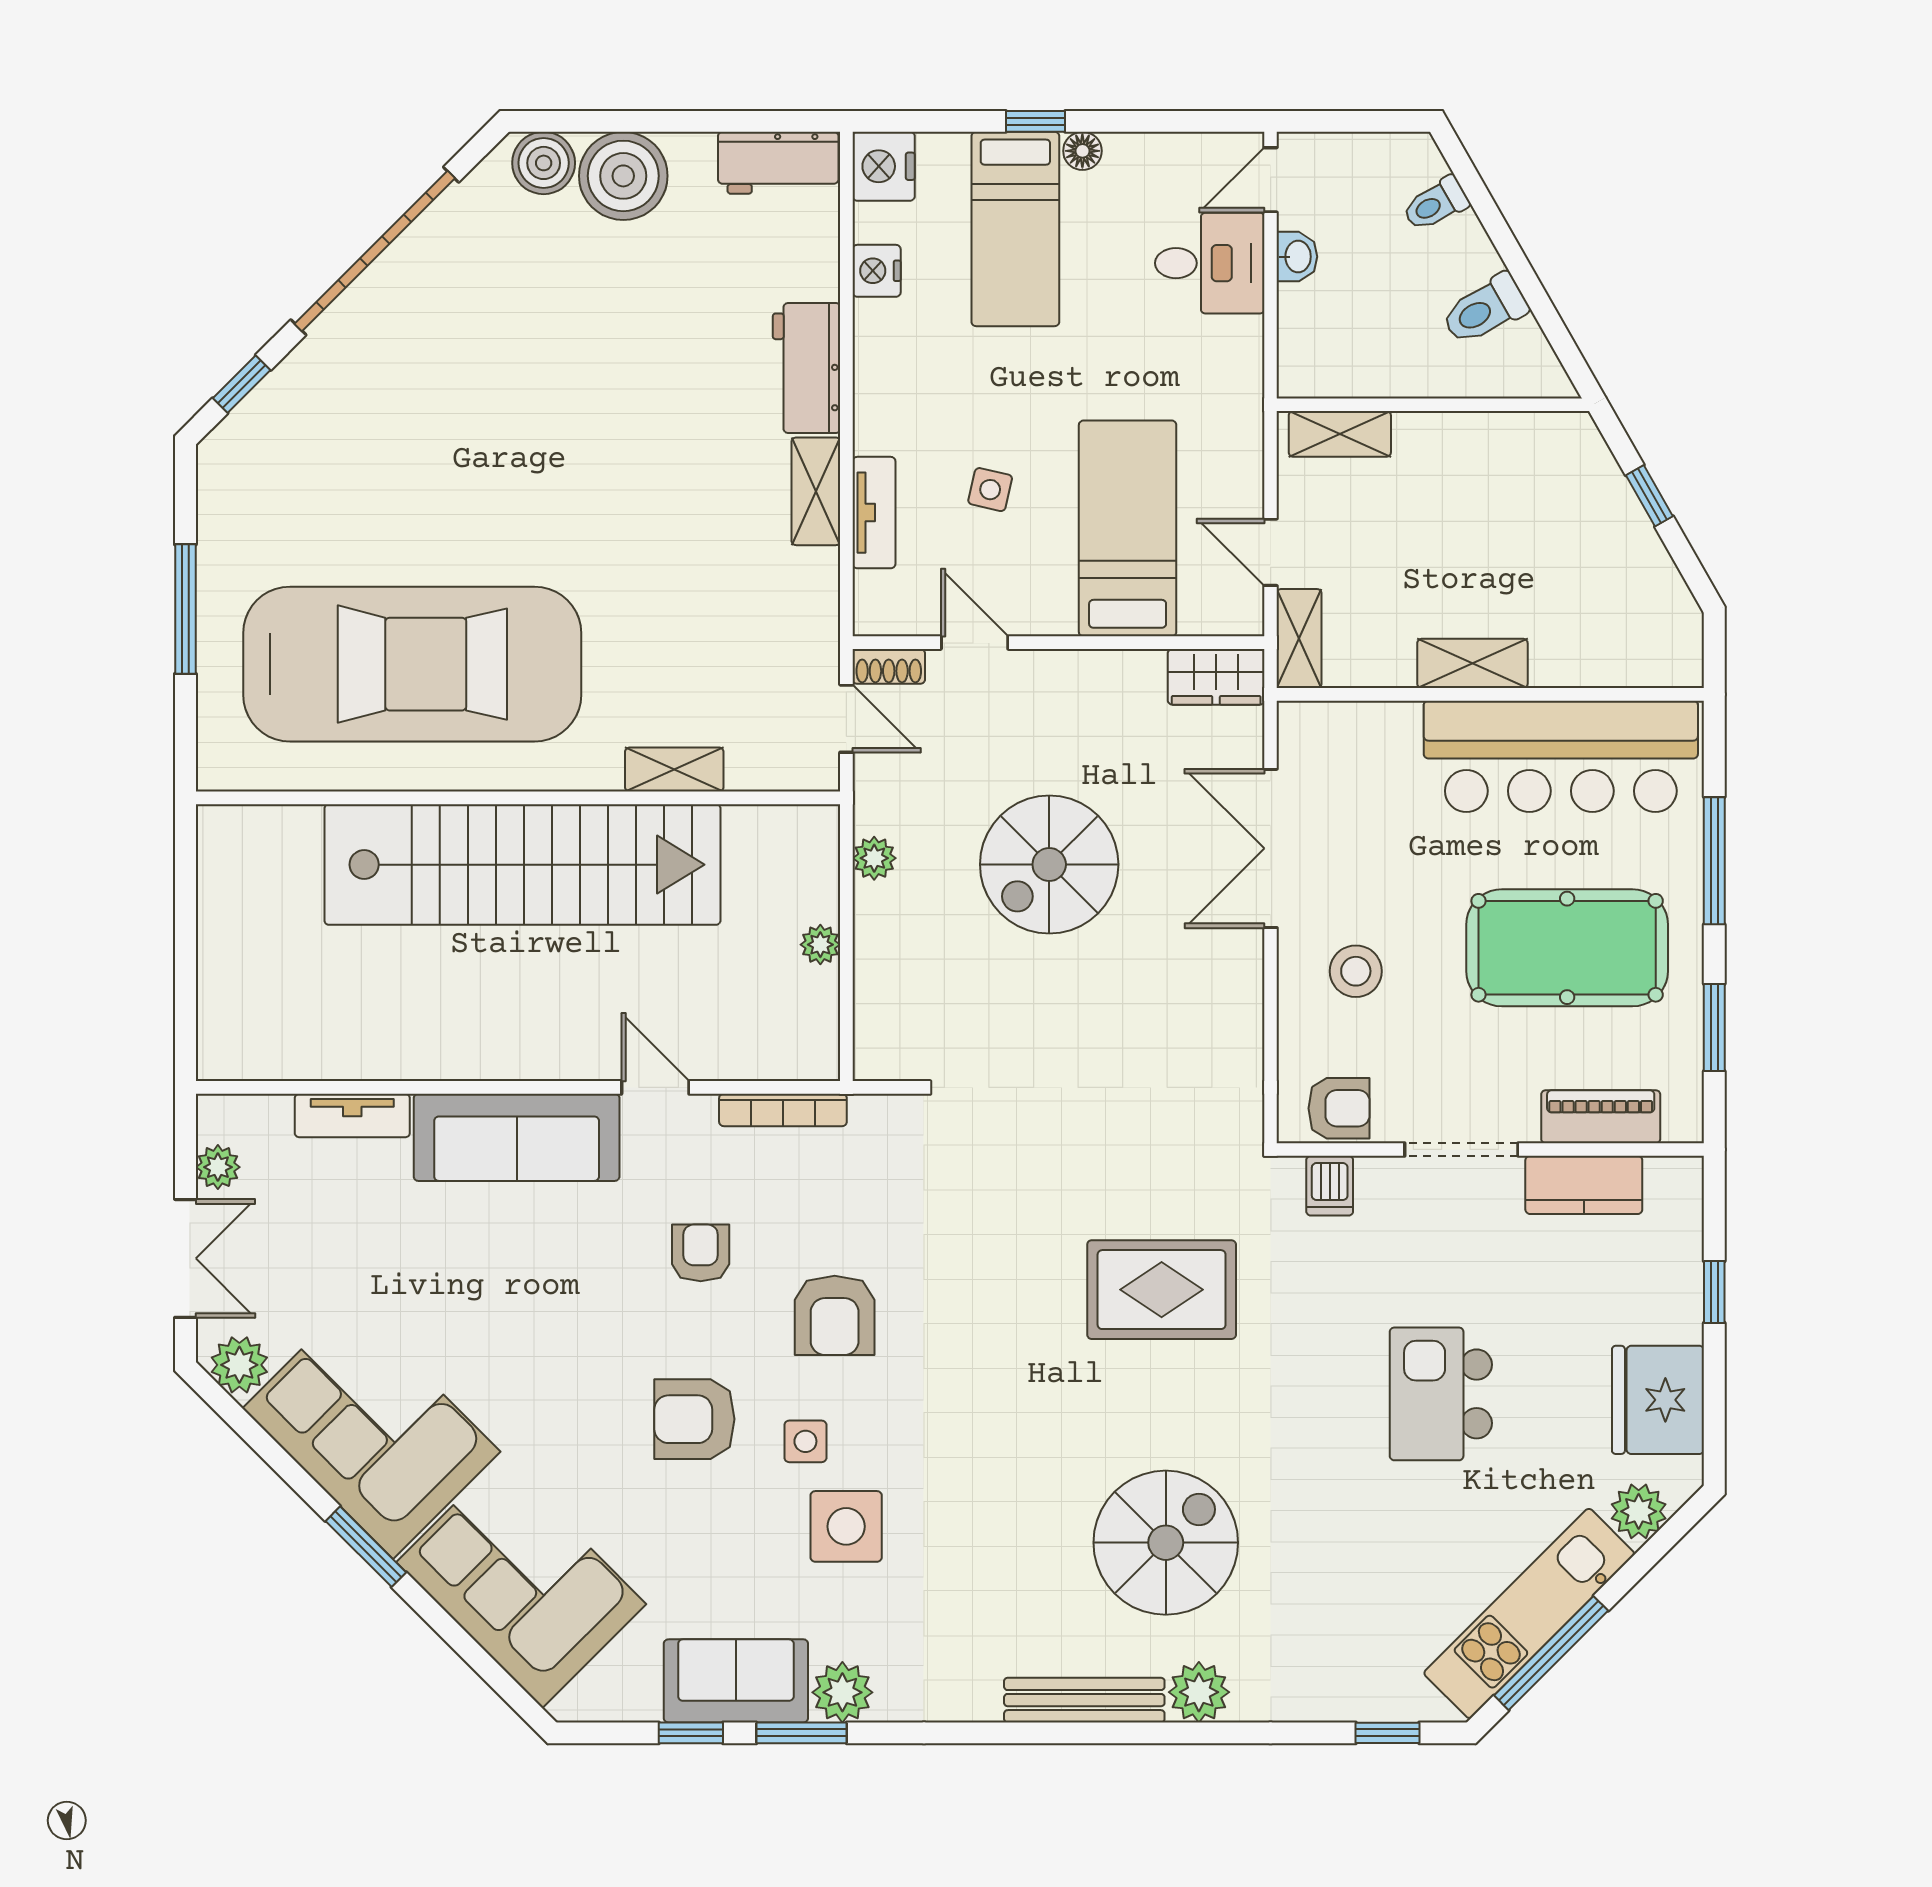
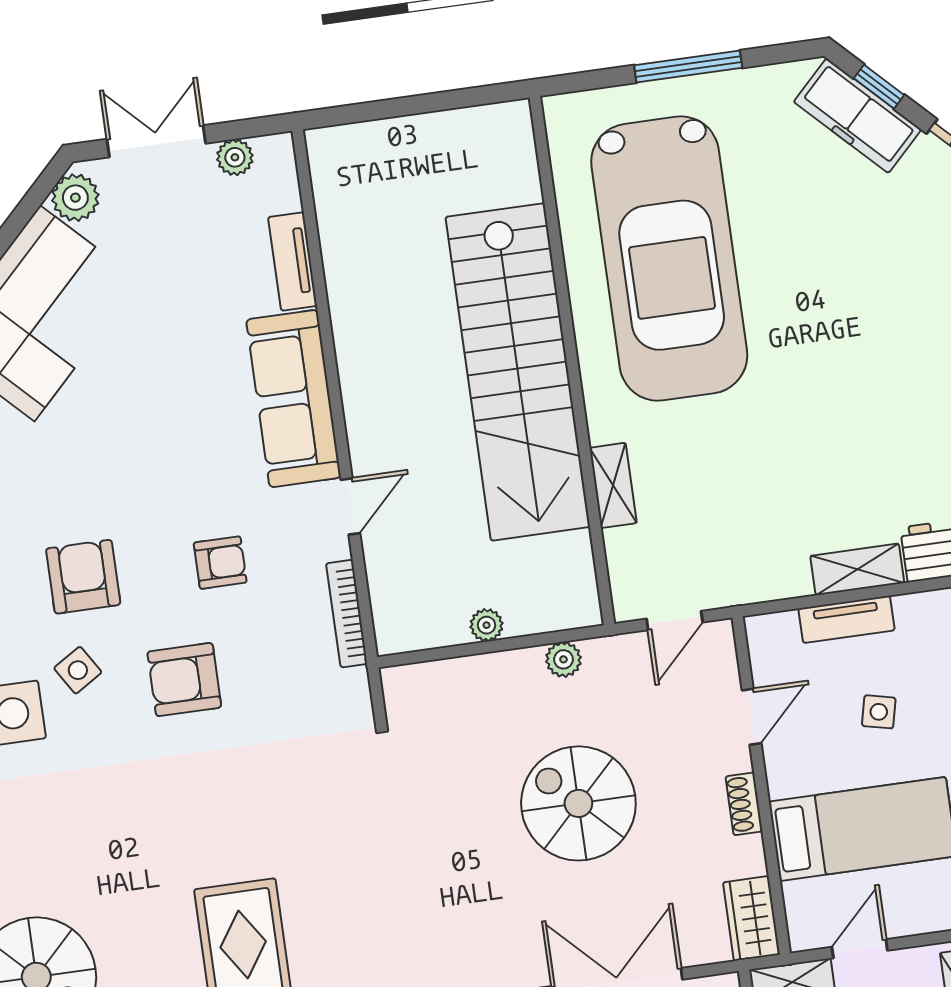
freezer: (273, 415) -> (857, 116), added
shoe rack: (889, 666) -> (744, 804), moved
double door: (185, 1258) -> (156, 141), swing flipped
side table: (805, 1441) -> (78, 670), turned -32

